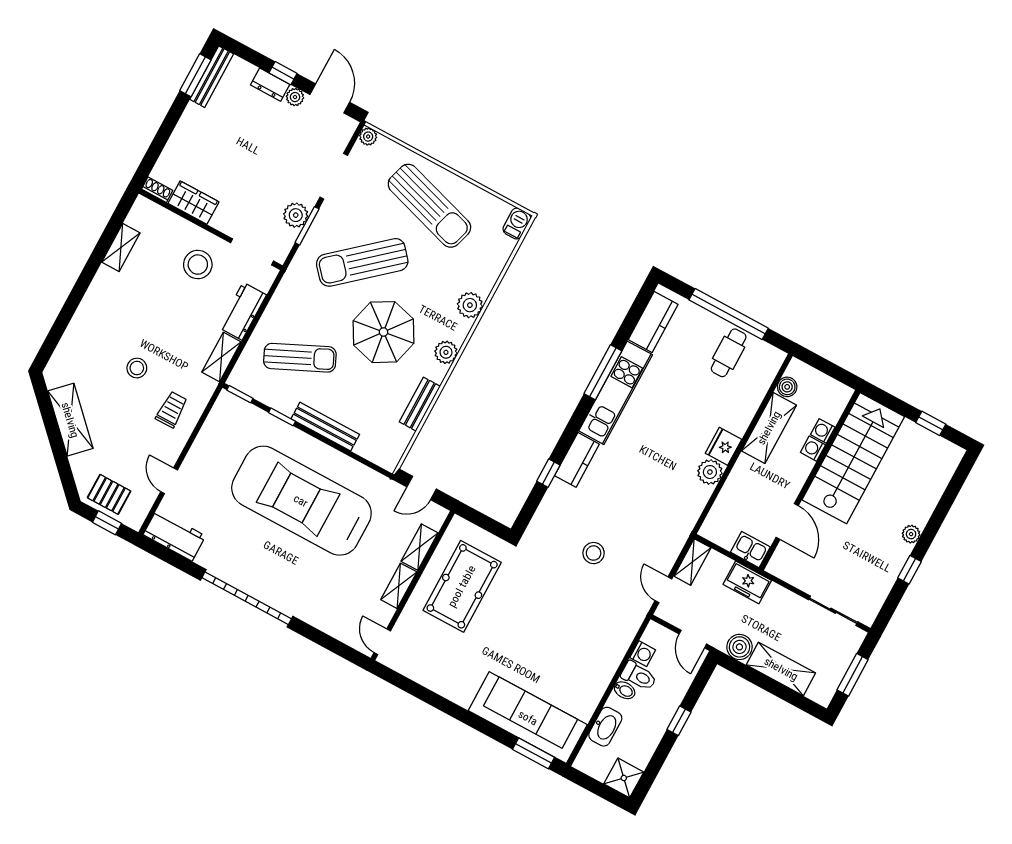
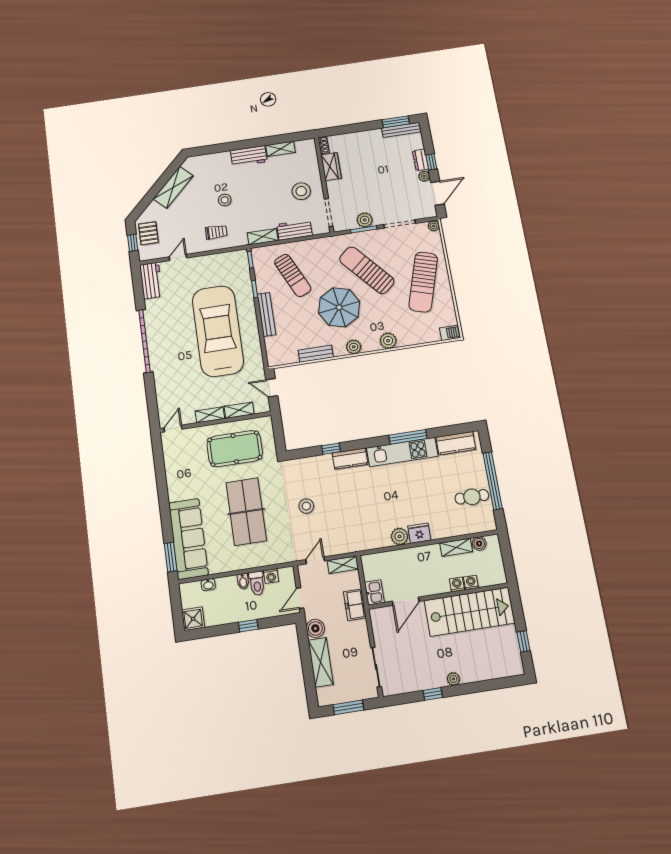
workbench: (100, 295) -> (249, 156), added
shelving: (769, 428) -> (456, 547), width x0.67, depth x0.75
table tennis table: (547, 627) -> (246, 512), added
washbasin: (605, 727) -> (208, 585), width x0.52, depth x0.69

